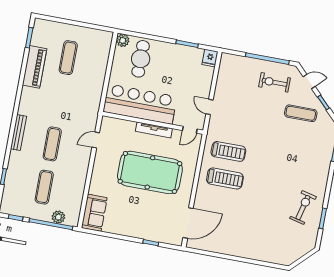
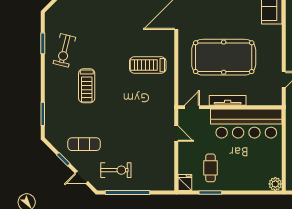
cafe table: (141, 59) -> (211, 168), moved, width x0.73, depth x0.74
treadmill: (228, 151) -> (87, 86), moved, turned -90

